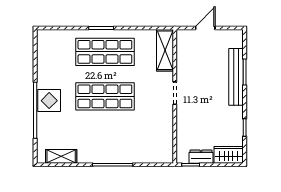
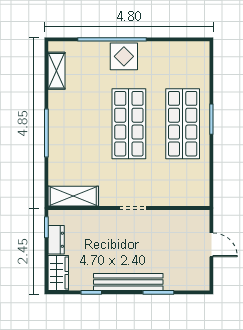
shelving: (165, 50) -> (73, 196), moved
bench: (236, 77) -> (128, 282), moved

